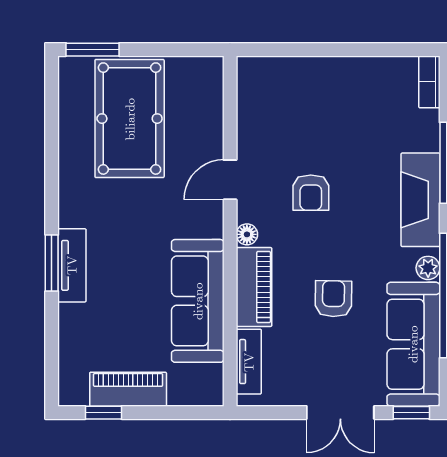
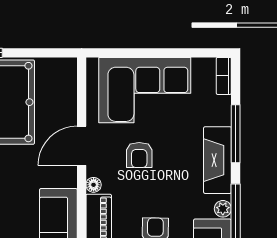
corner sofa: (319, 102) -> (145, 90), added
door: (230, 180) -> (82, 146), width x1.38

